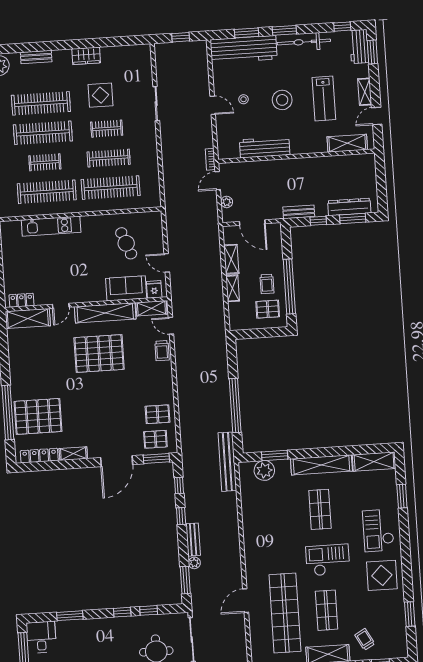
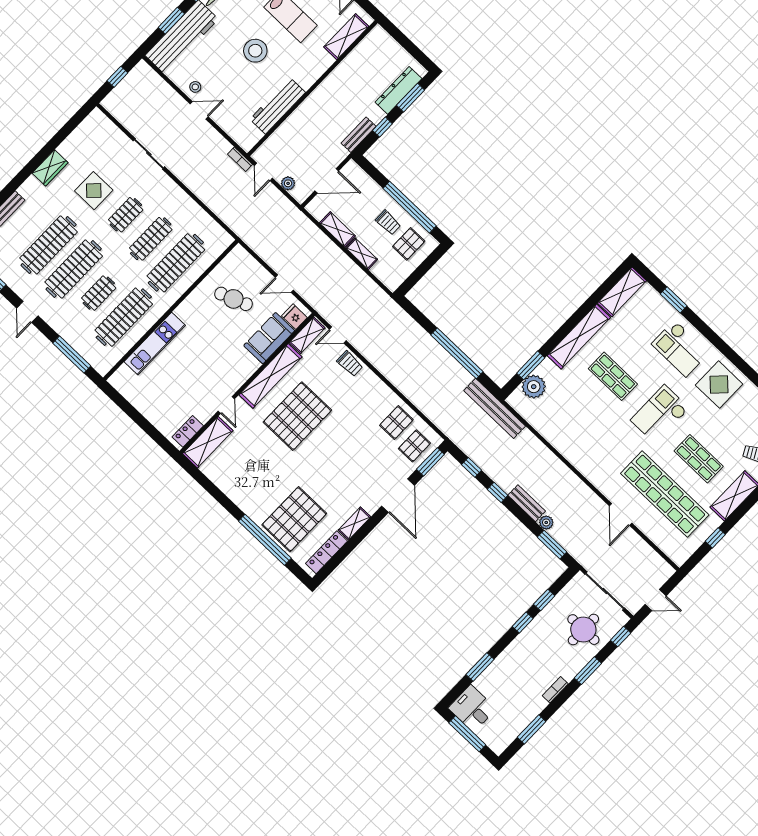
stool: (244, 99) -> (195, 87), moved

